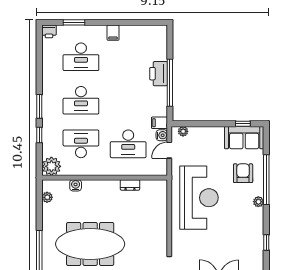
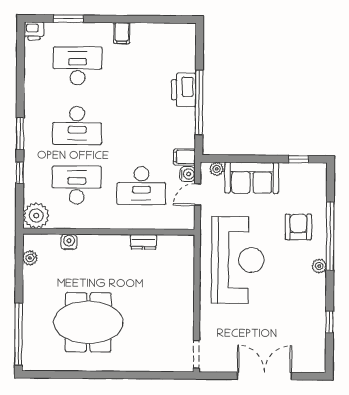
desk: (81, 57) -> (78, 66), turned 180
sofa: (244, 138) -> (252, 178), moved
meeting table: (90, 244) -> (88, 322), width x0.73

